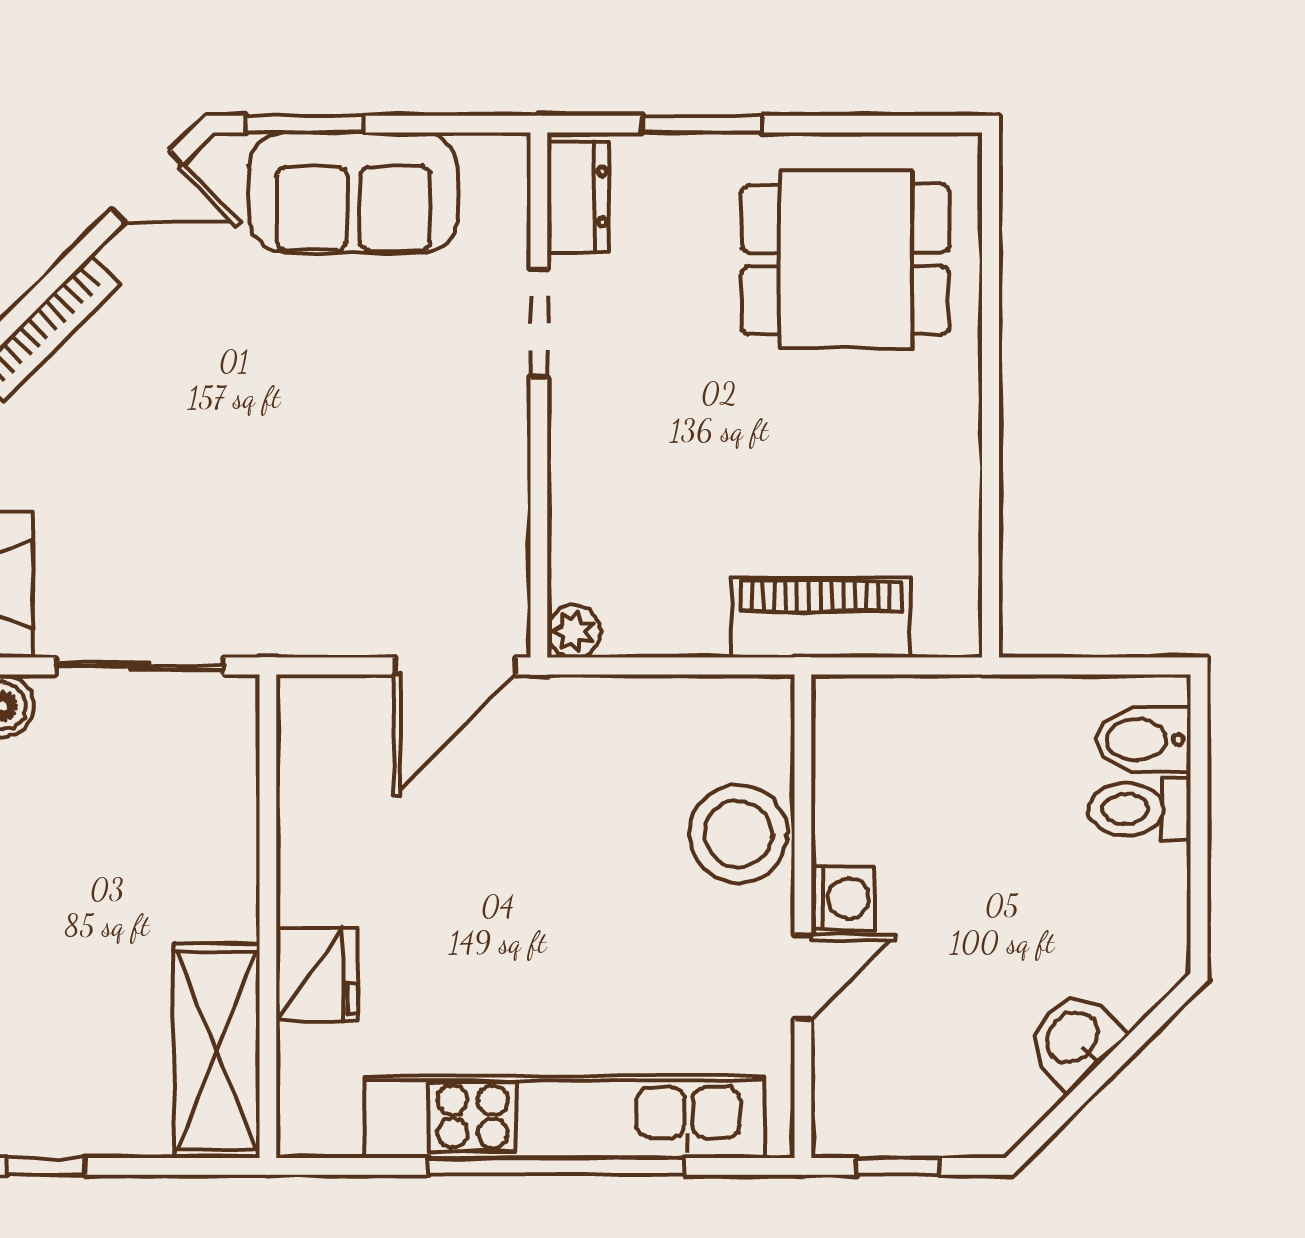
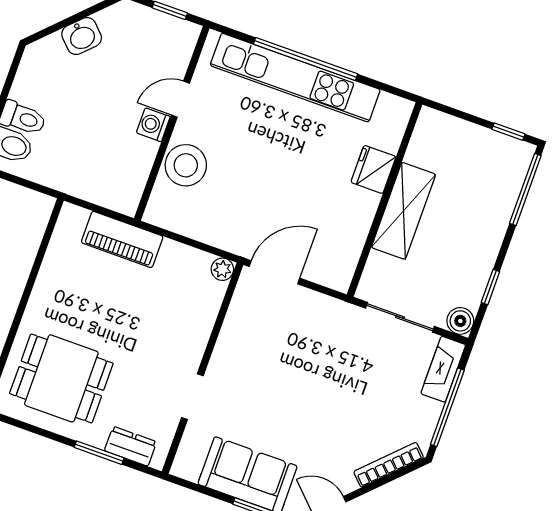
dresser: (578, 197) -> (131, 446), moved, turned 90
shelving: (217, 1051) -> (403, 211), moved

